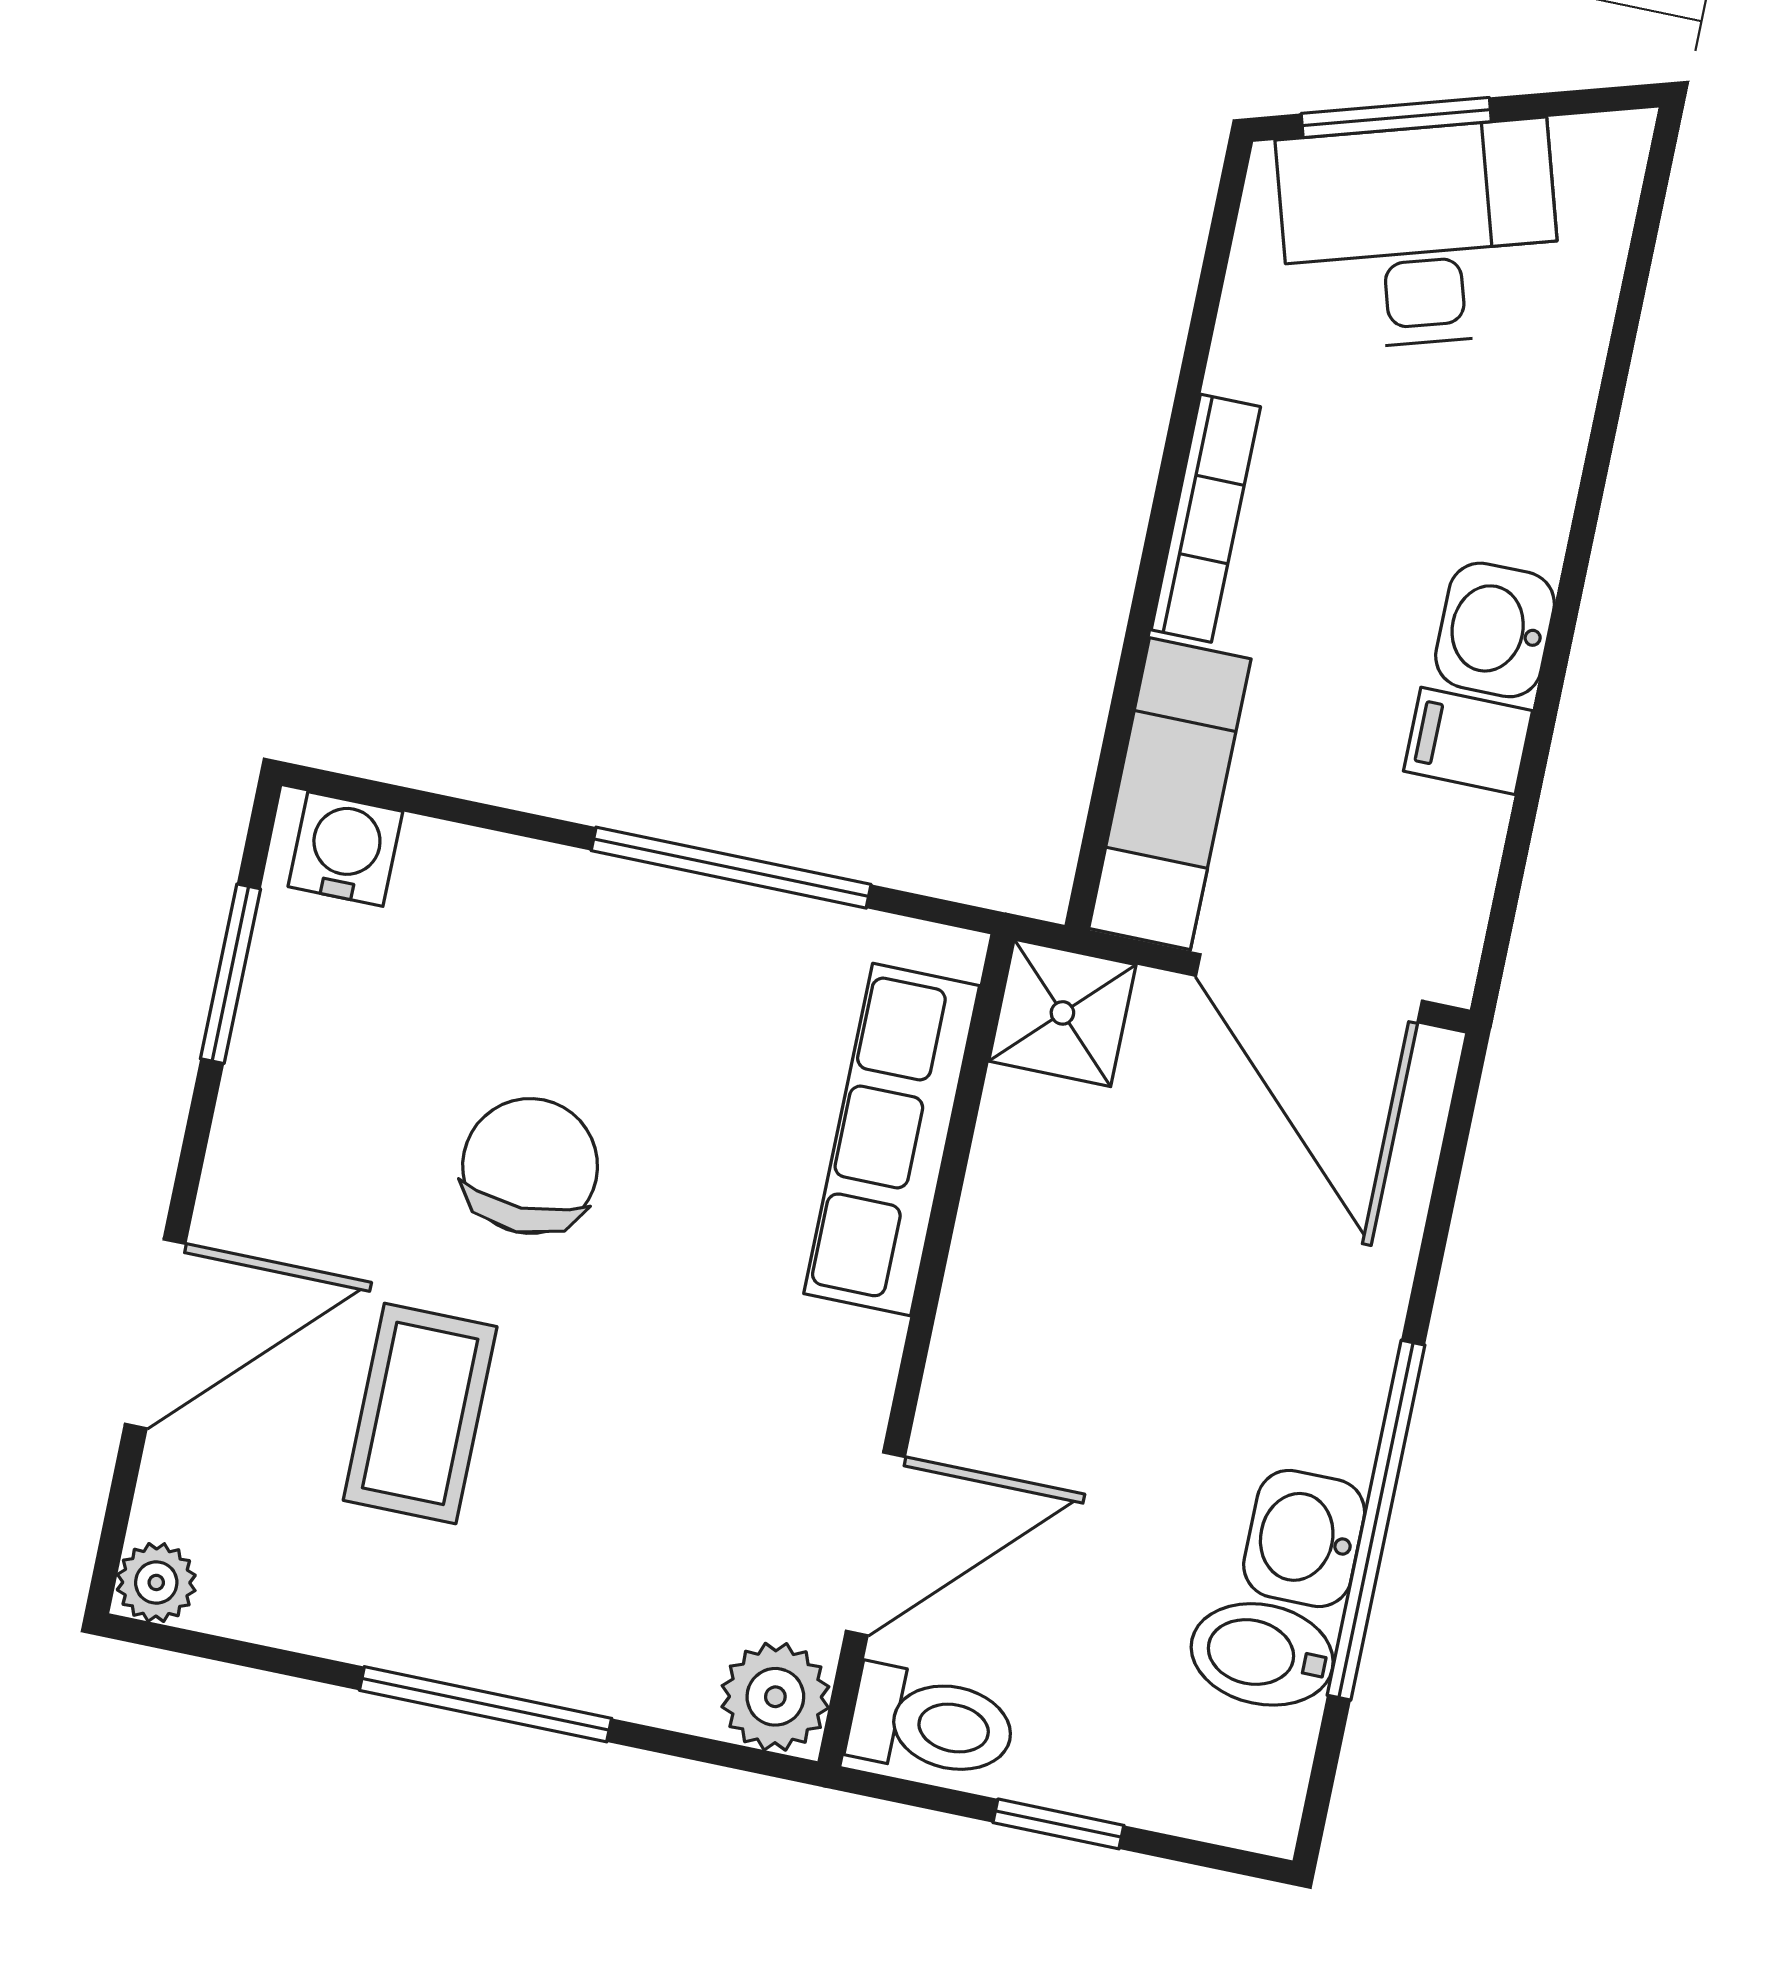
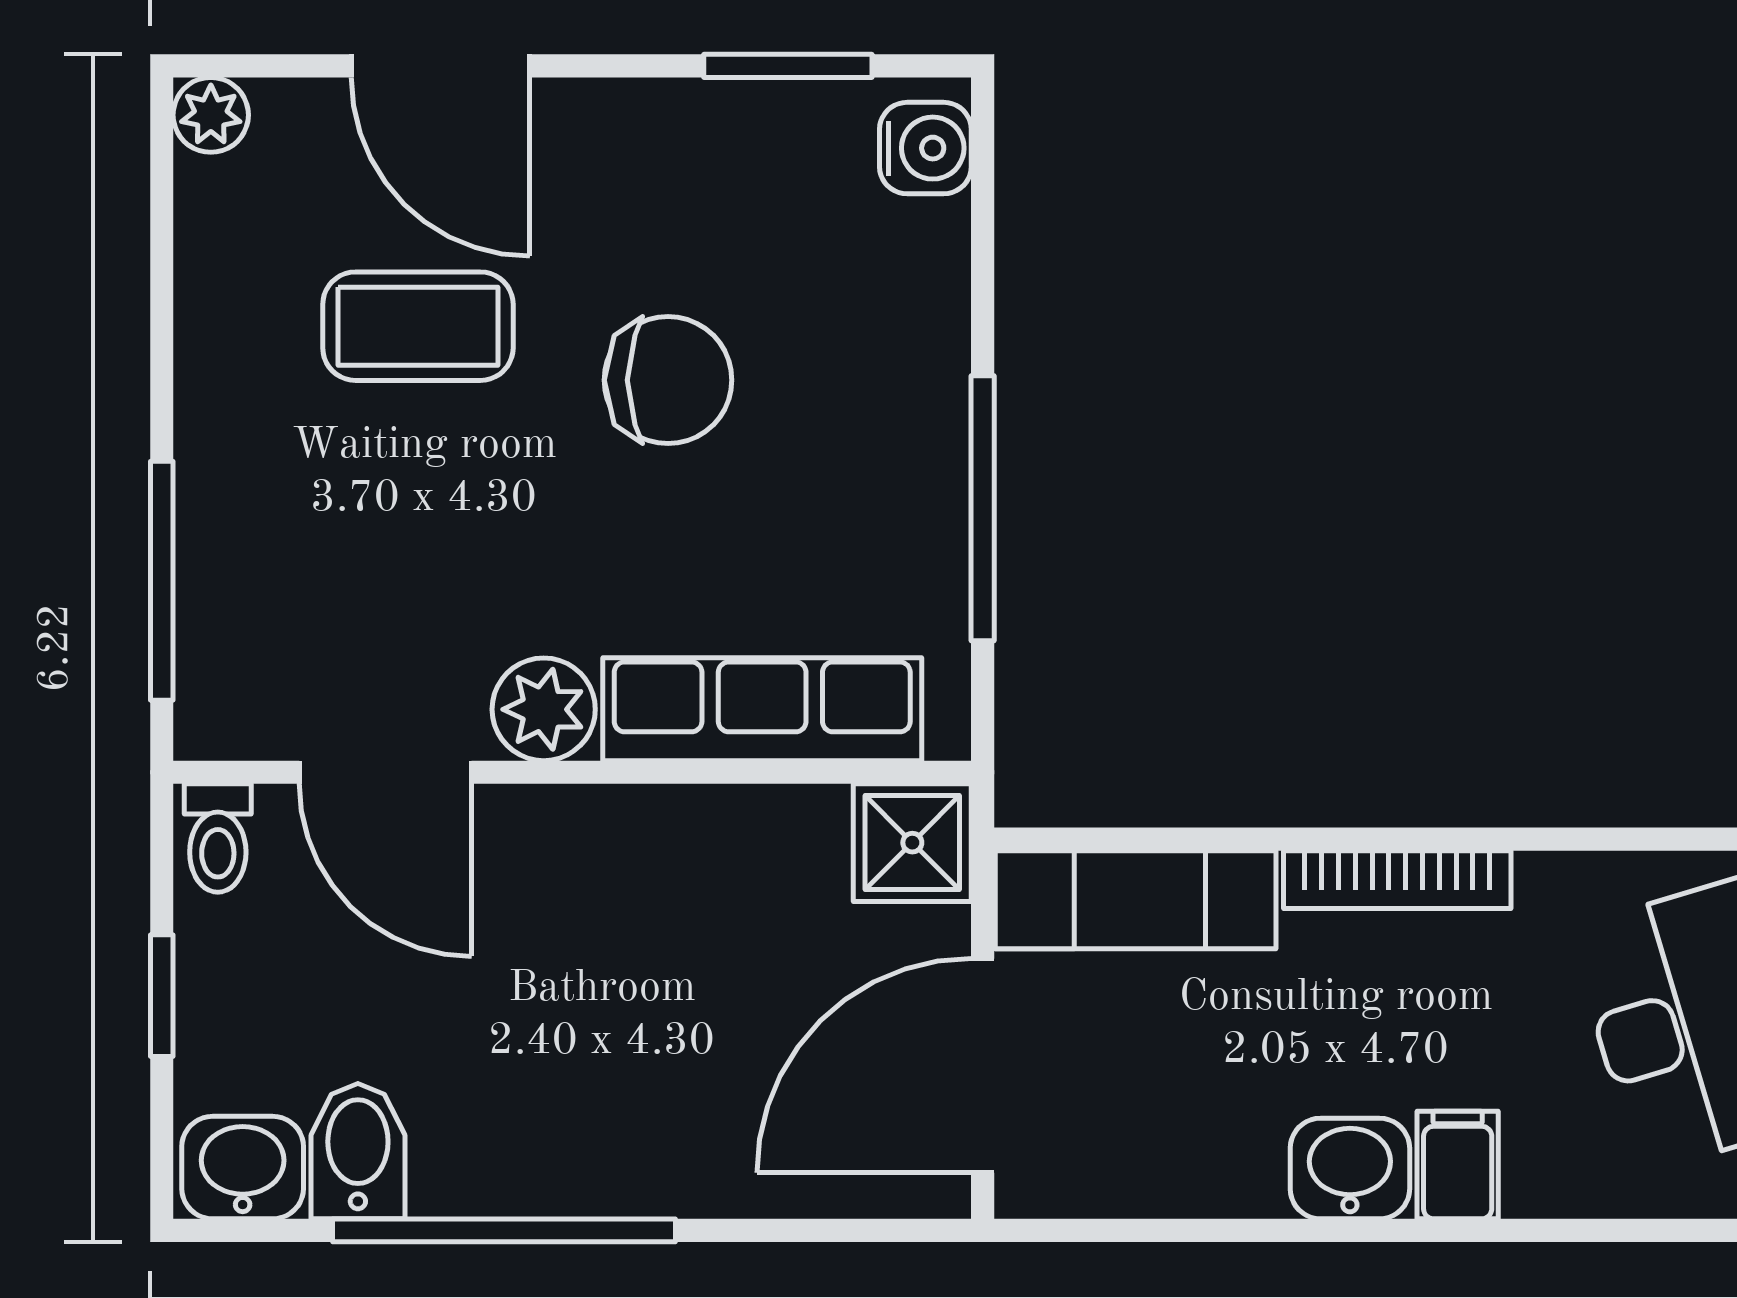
filing cabinet: (1468, 741) -> (1458, 1165), moved
washbasin: (1304, 1538) -> (243, 1168), moved
plant: (775, 1697) -> (544, 709), moved
window: (486, 1704) -> (162, 581), moved
toilet: (932, 1723) -> (218, 838), width x0.73, depth x0.72

